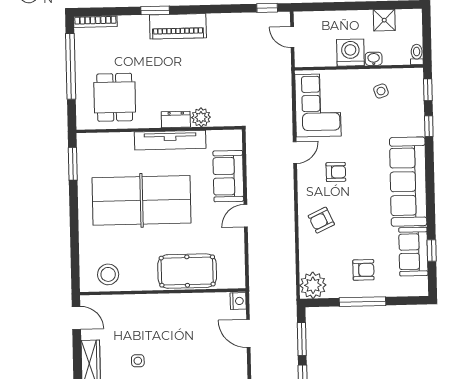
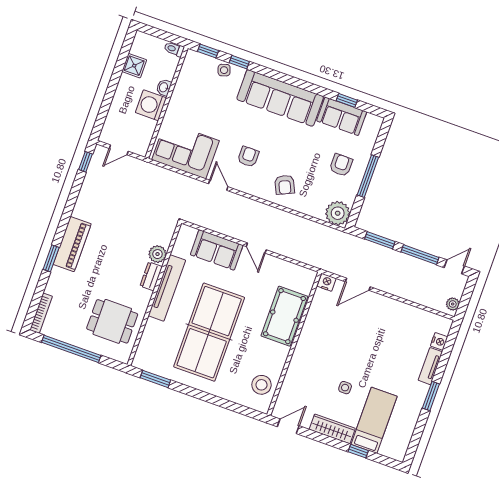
side table: (381, 91) -> (224, 70), moved

